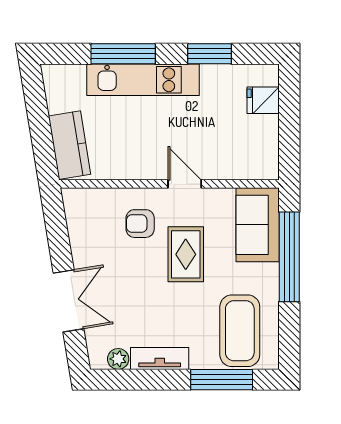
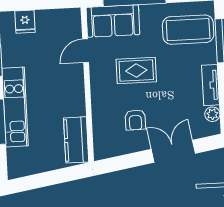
kitchen counter: (70, 145) -> (76, 140), moved, turned -81
door: (185, 184) -> (86, 51), moved
armchair: (140, 224) -> (135, 120), moved

